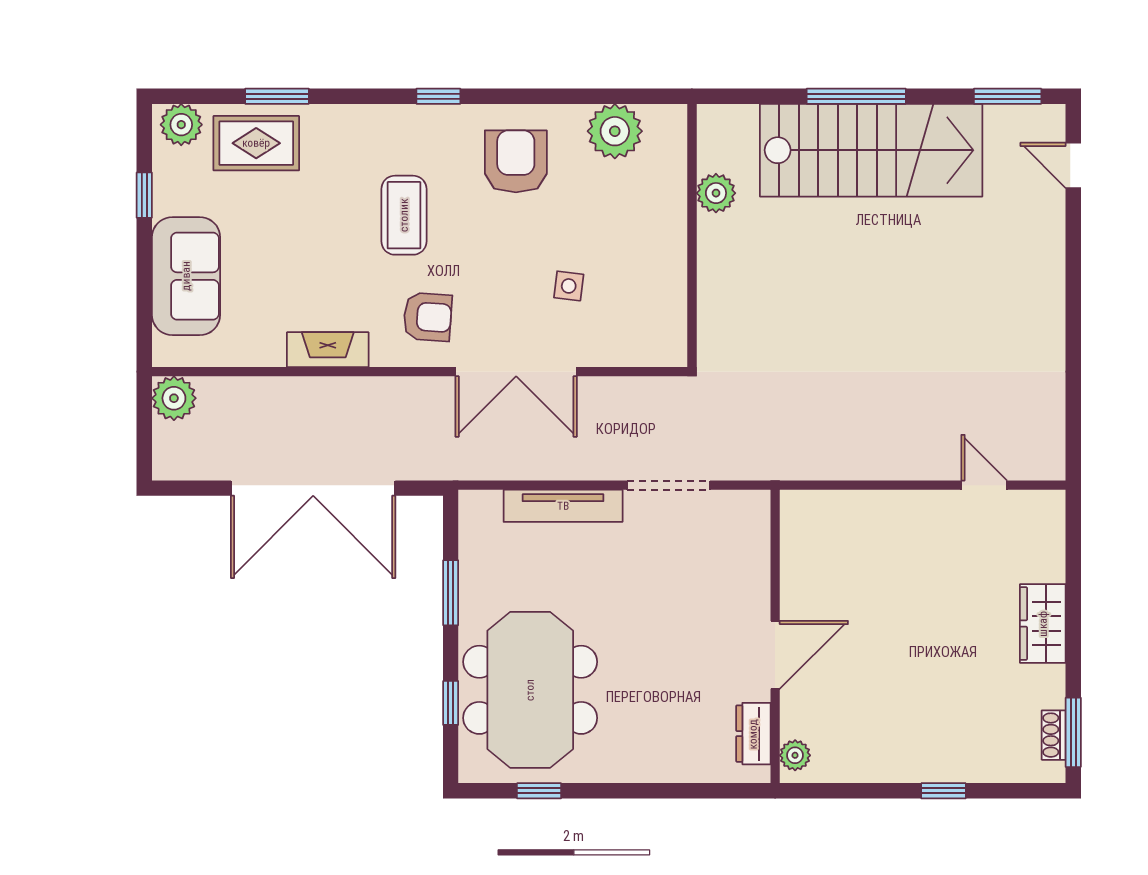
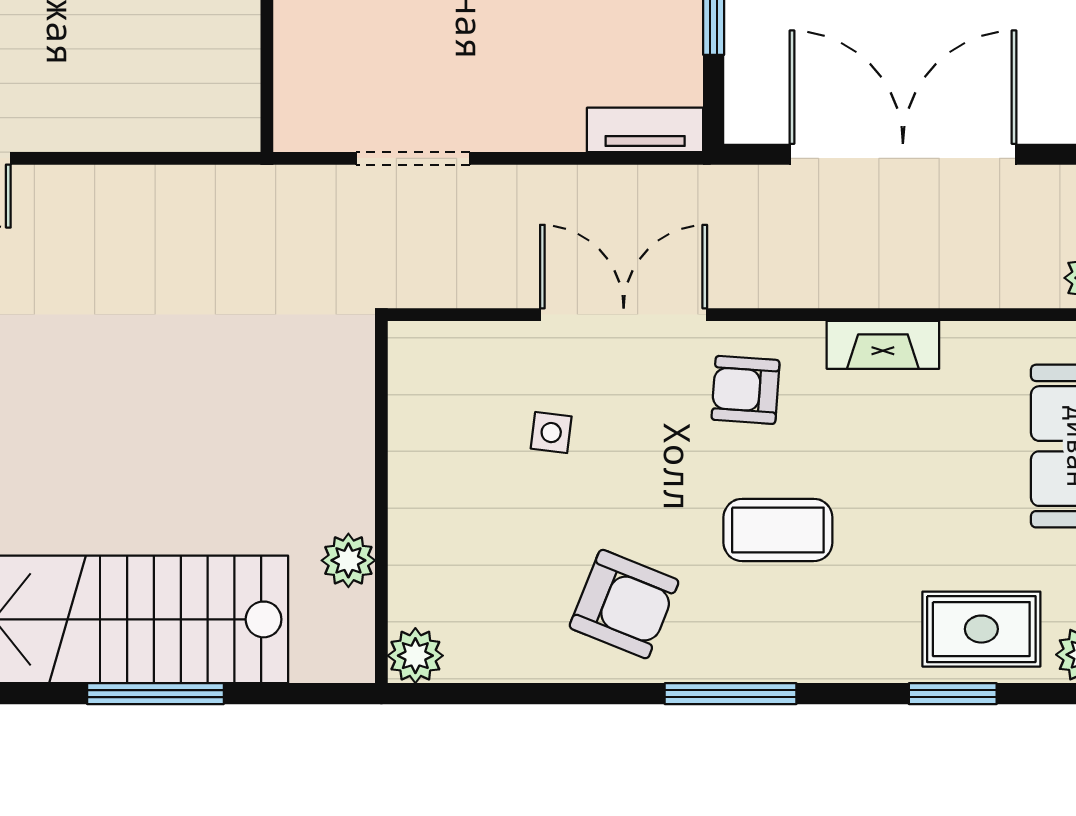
window: (438, 96) -> (731, 694), width x2.17
plant: (615, 131) -> (415, 656), moved, width x0.73, depth x0.73
armchair: (516, 161) -> (624, 604), turned -68
coffee table: (404, 215) -> (778, 530), turned 90
tv unit: (563, 506) -> (645, 130), moved, width x0.71

